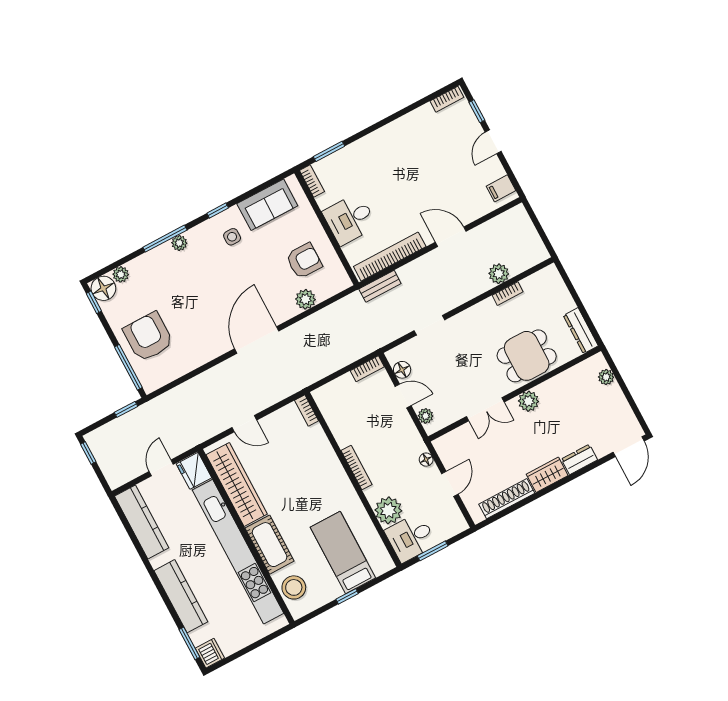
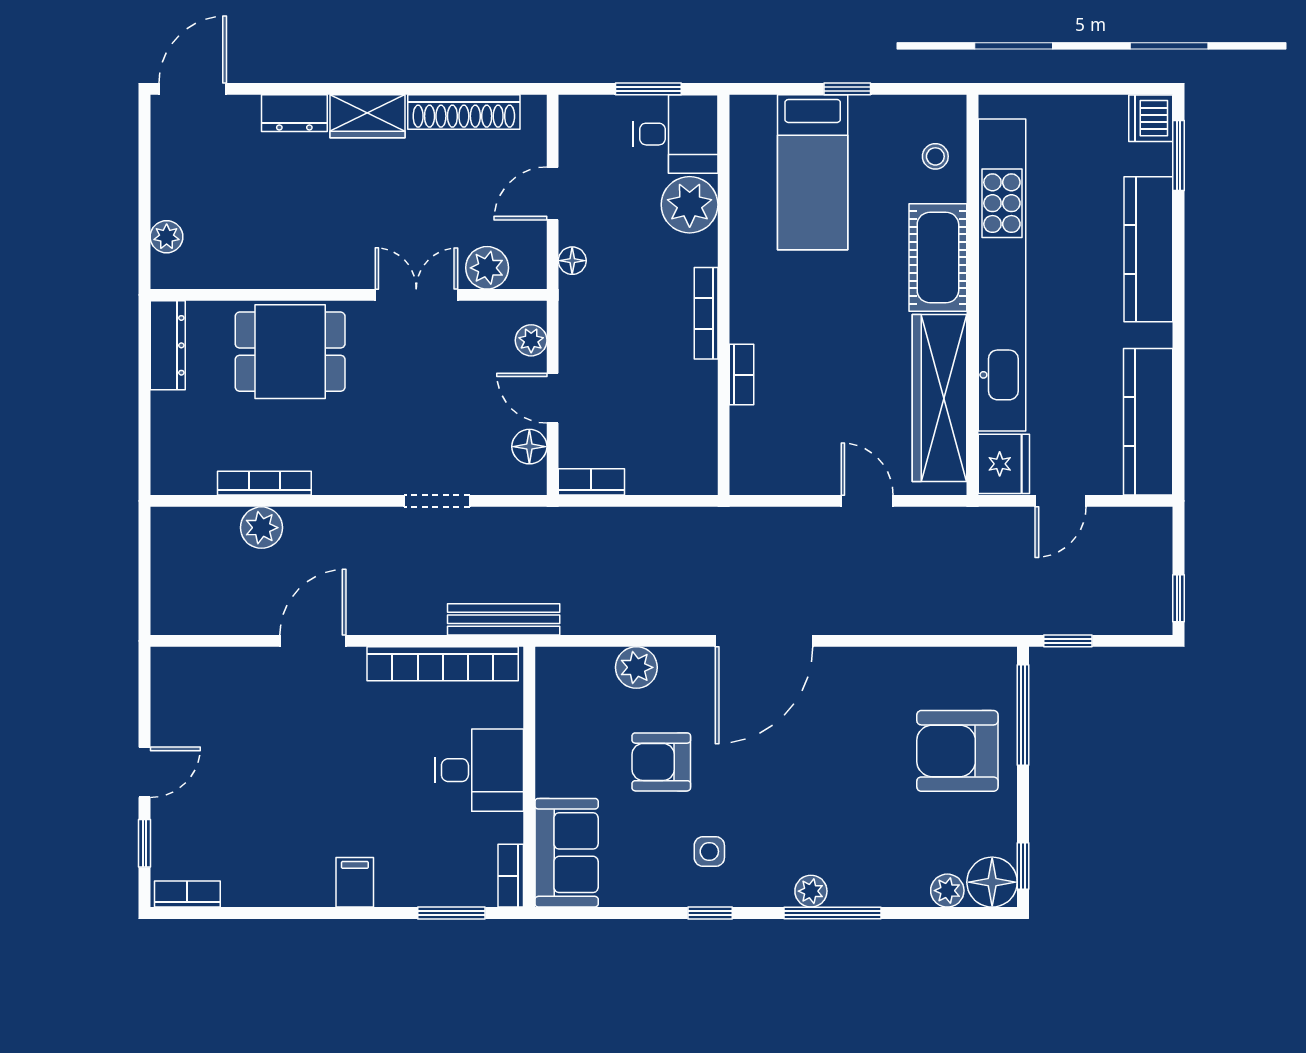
filing cabinet: (501, 188) -> (355, 882), moved, turned -90
sofa: (267, 205) -> (567, 853), moved, turned 90
door: (451, 237) -> (313, 641), swing flipped
armchair: (304, 261) -> (661, 762), moved
bench: (380, 286) -> (504, 619), width x1.36
bookcase: (508, 294) -> (264, 483), width x1.56
armchair: (148, 337) -> (957, 751), turned 90
plant: (529, 401) -> (487, 268), moved
bookcase: (307, 411) -> (742, 375), moved
stool: (294, 587) -> (935, 156), width x0.53, depth x0.53

